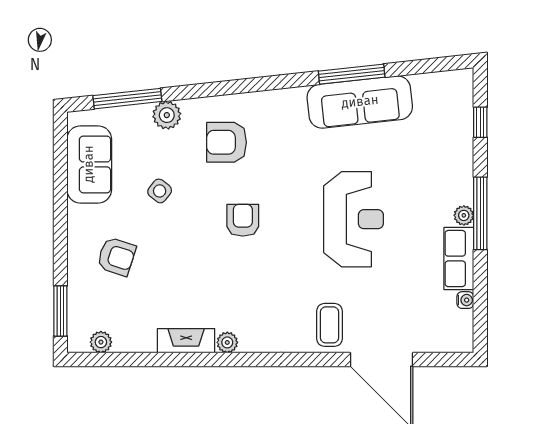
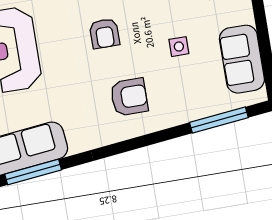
plant: (167, 115) -> (183, 112), removed
side table: (160, 191) -> (179, 47), turned -38

